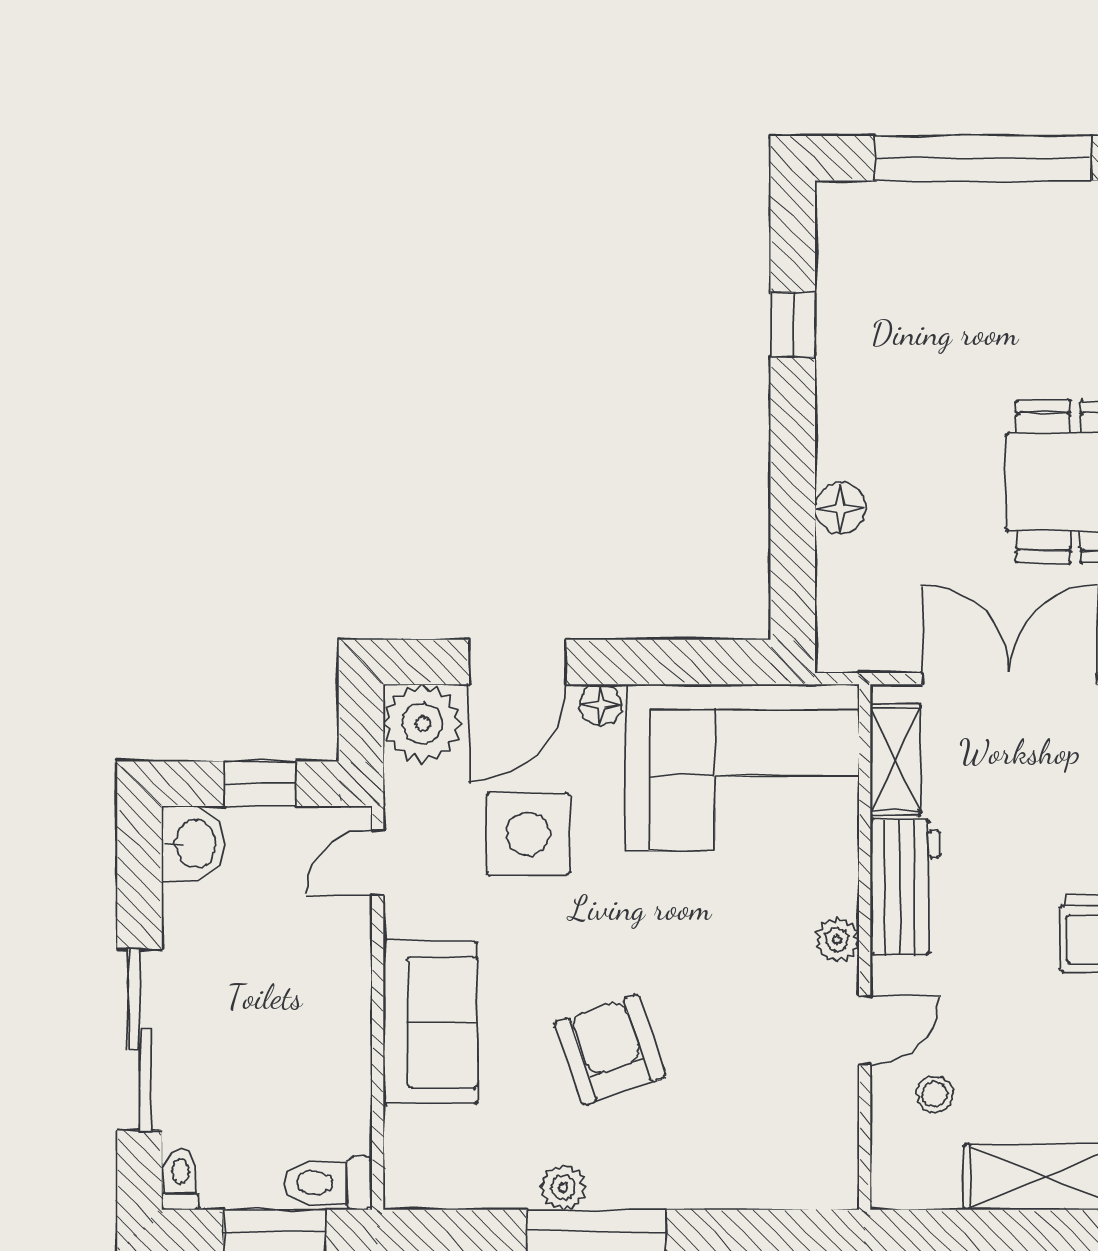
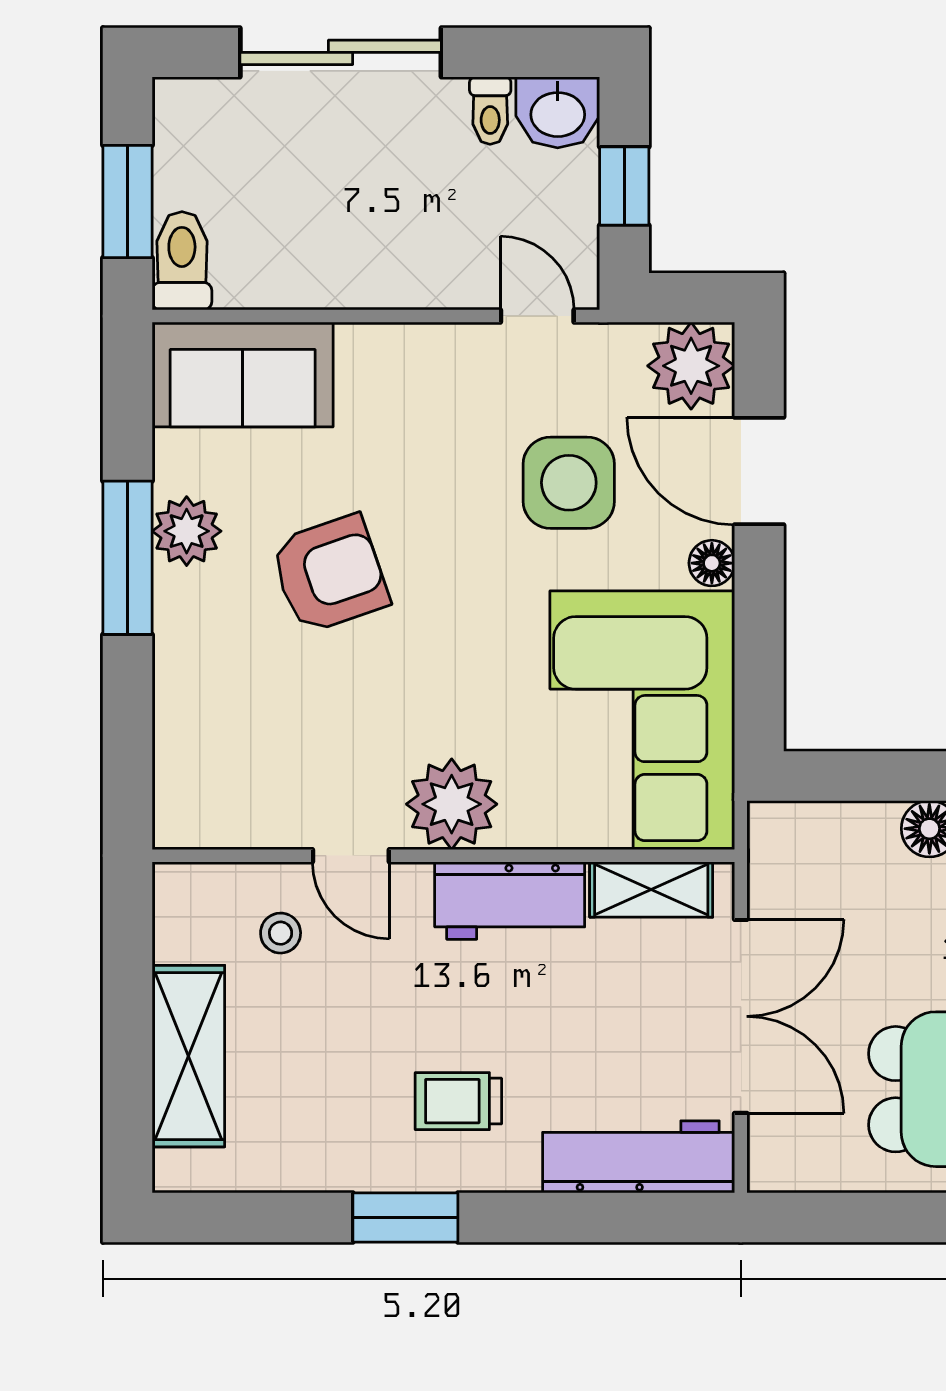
plant: (837, 940) -> (452, 804), width x1.88, depth x1.88
sofa: (430, 1022) -> (243, 375), moved
toilet: (180, 1180) -> (490, 111), moved, turned 90
plant: (563, 1187) -> (187, 531), width x1.38, depth x1.38

